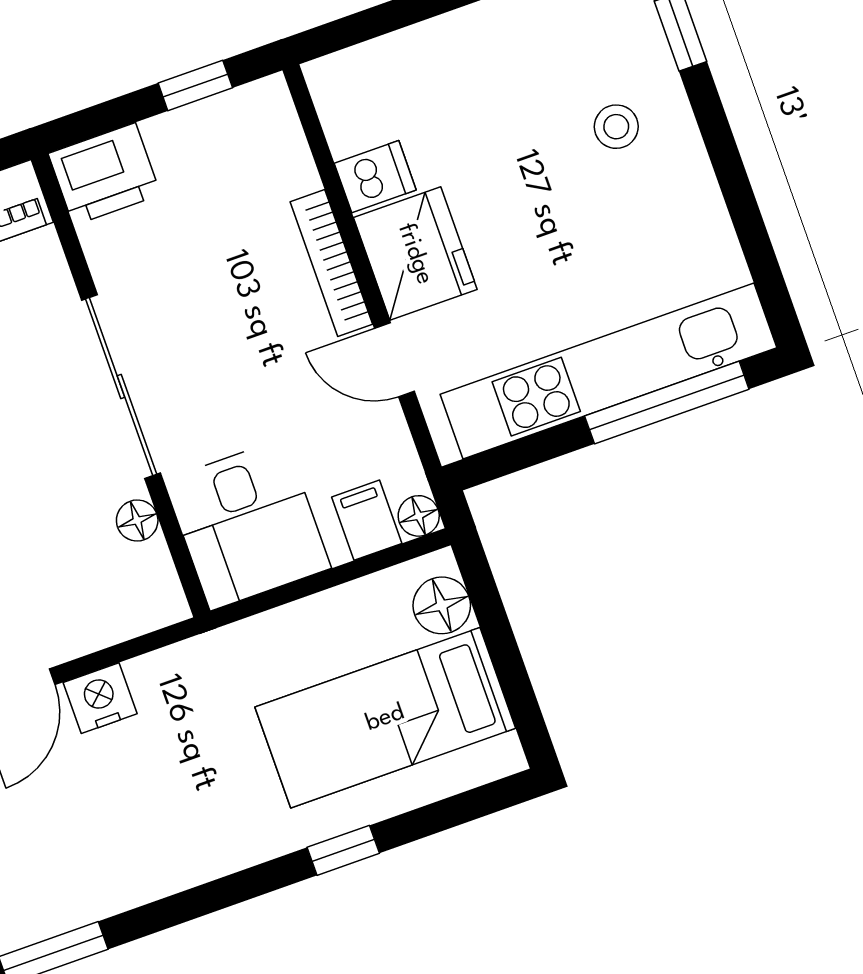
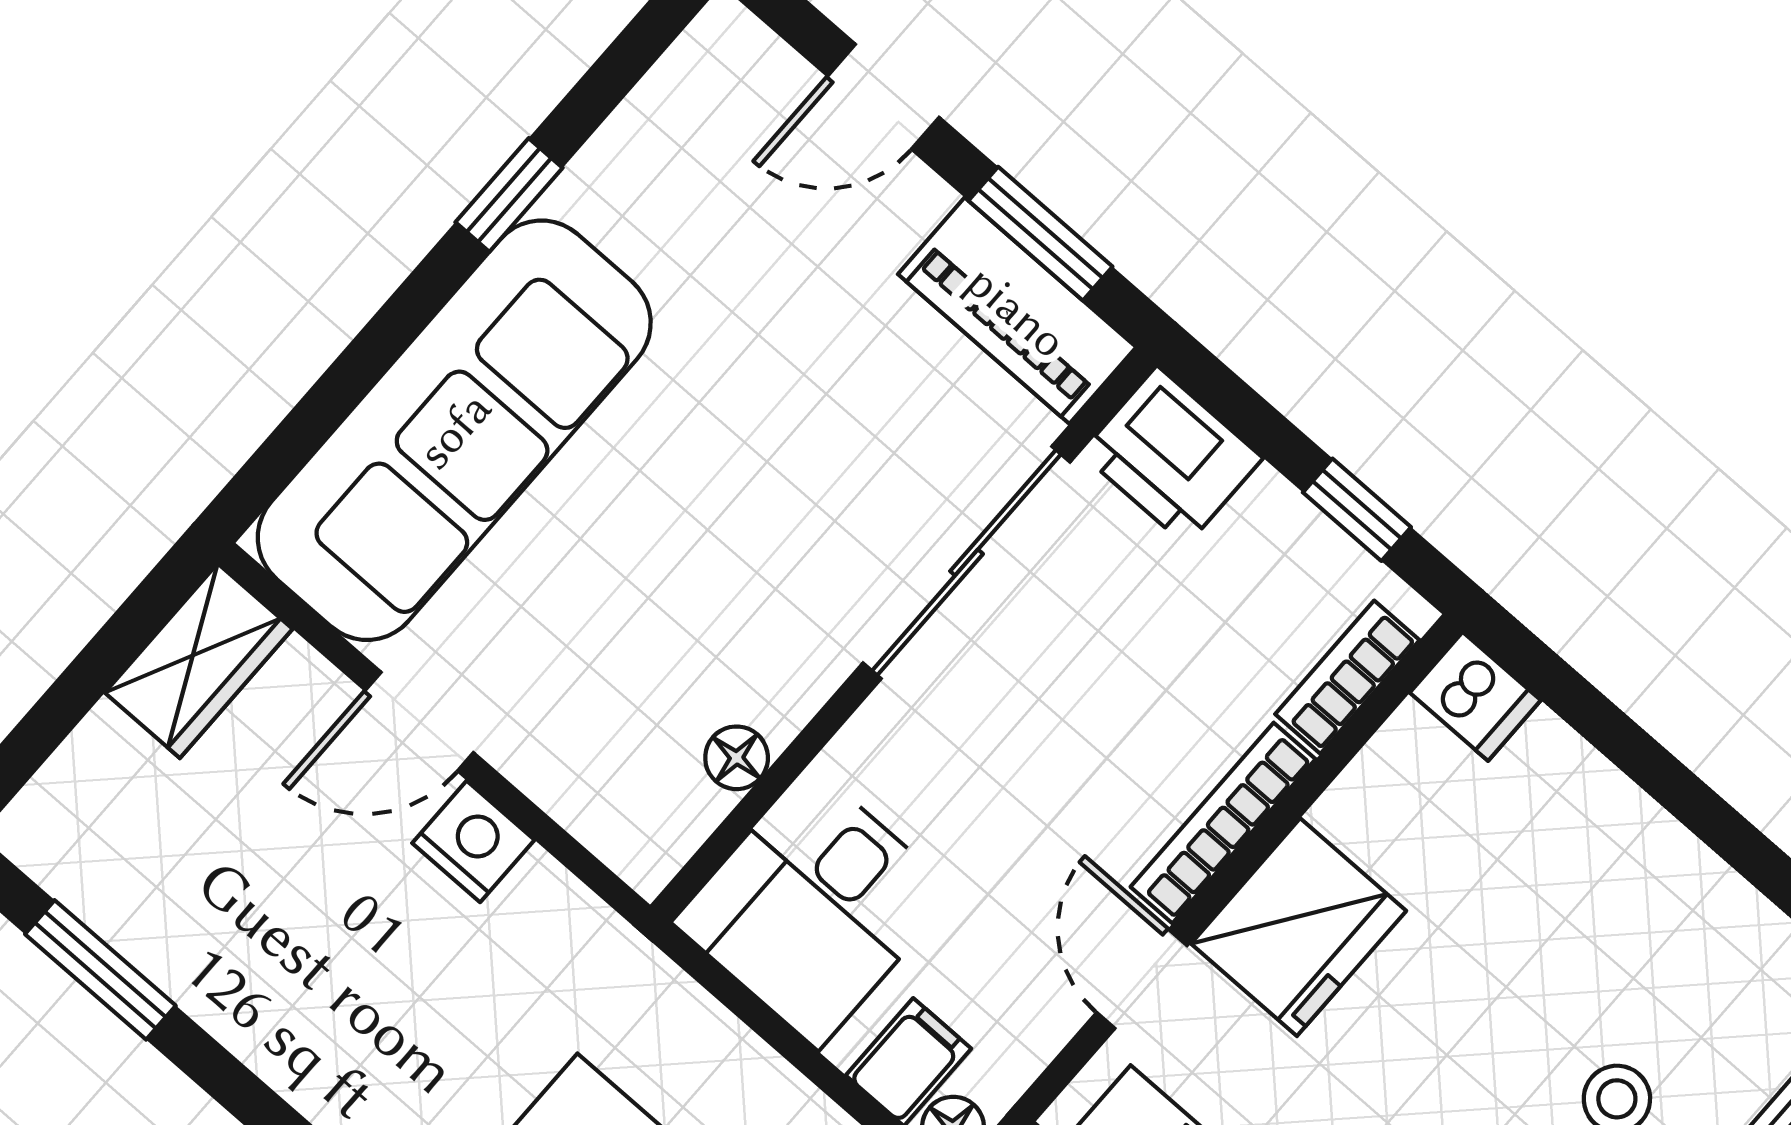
bookcase: (288, 145) -> (1347, 677), added
dishwasher: (375, 177) -> (1475, 696), moved
sliding door: (121, 386) -> (967, 562), moved

